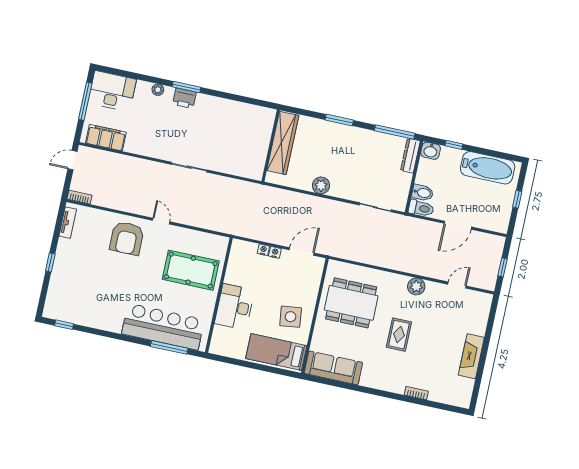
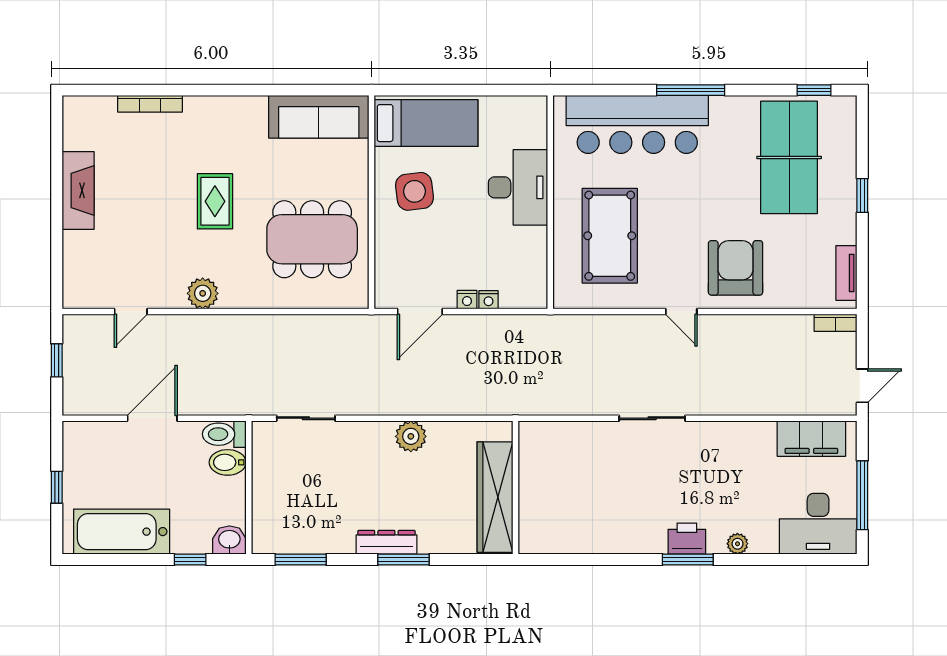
window: (395, 132) -> (301, 560), width x0.69
dresser: (410, 156) -> (386, 542), moved, turned -90
pool table: (191, 270) -> (610, 236), turned 90
table tennis table: (85, 291) -> (789, 157), added
window: (169, 347) -> (691, 90), moved
bookcase: (416, 393) -> (150, 104), width x1.56

